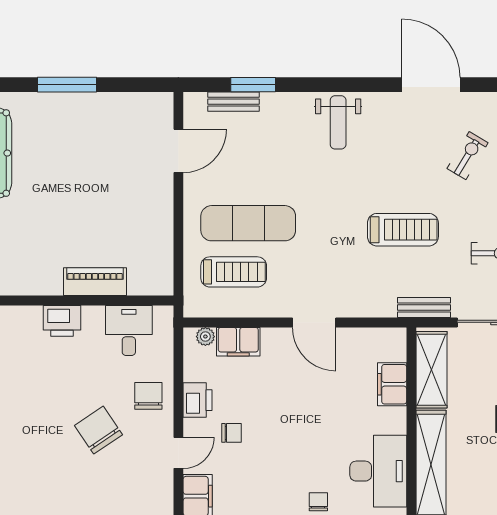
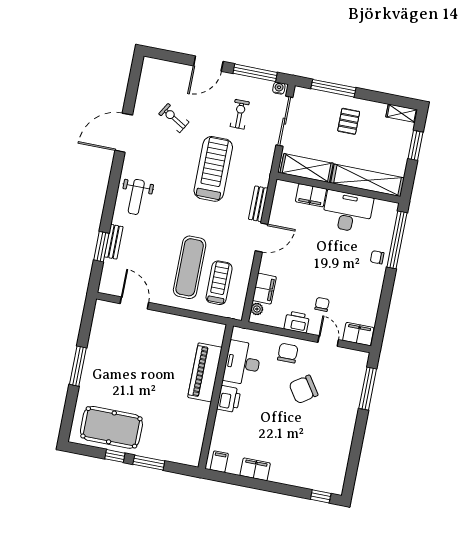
bench: (234, 102) -> (114, 242), moved
weight bench: (338, 122) -> (136, 197), turned 90
treadmill: (403, 230) -> (213, 169), width x1.37, depth x1.38
piano: (95, 282) -> (205, 372), width x1.37, depth x1.33
bench: (424, 308) -> (258, 204), moved
desk: (129, 331) -> (242, 363), width x1.37
chair: (148, 396) -> (288, 353), turned 90
desk: (378, 471) -> (347, 212), moved

